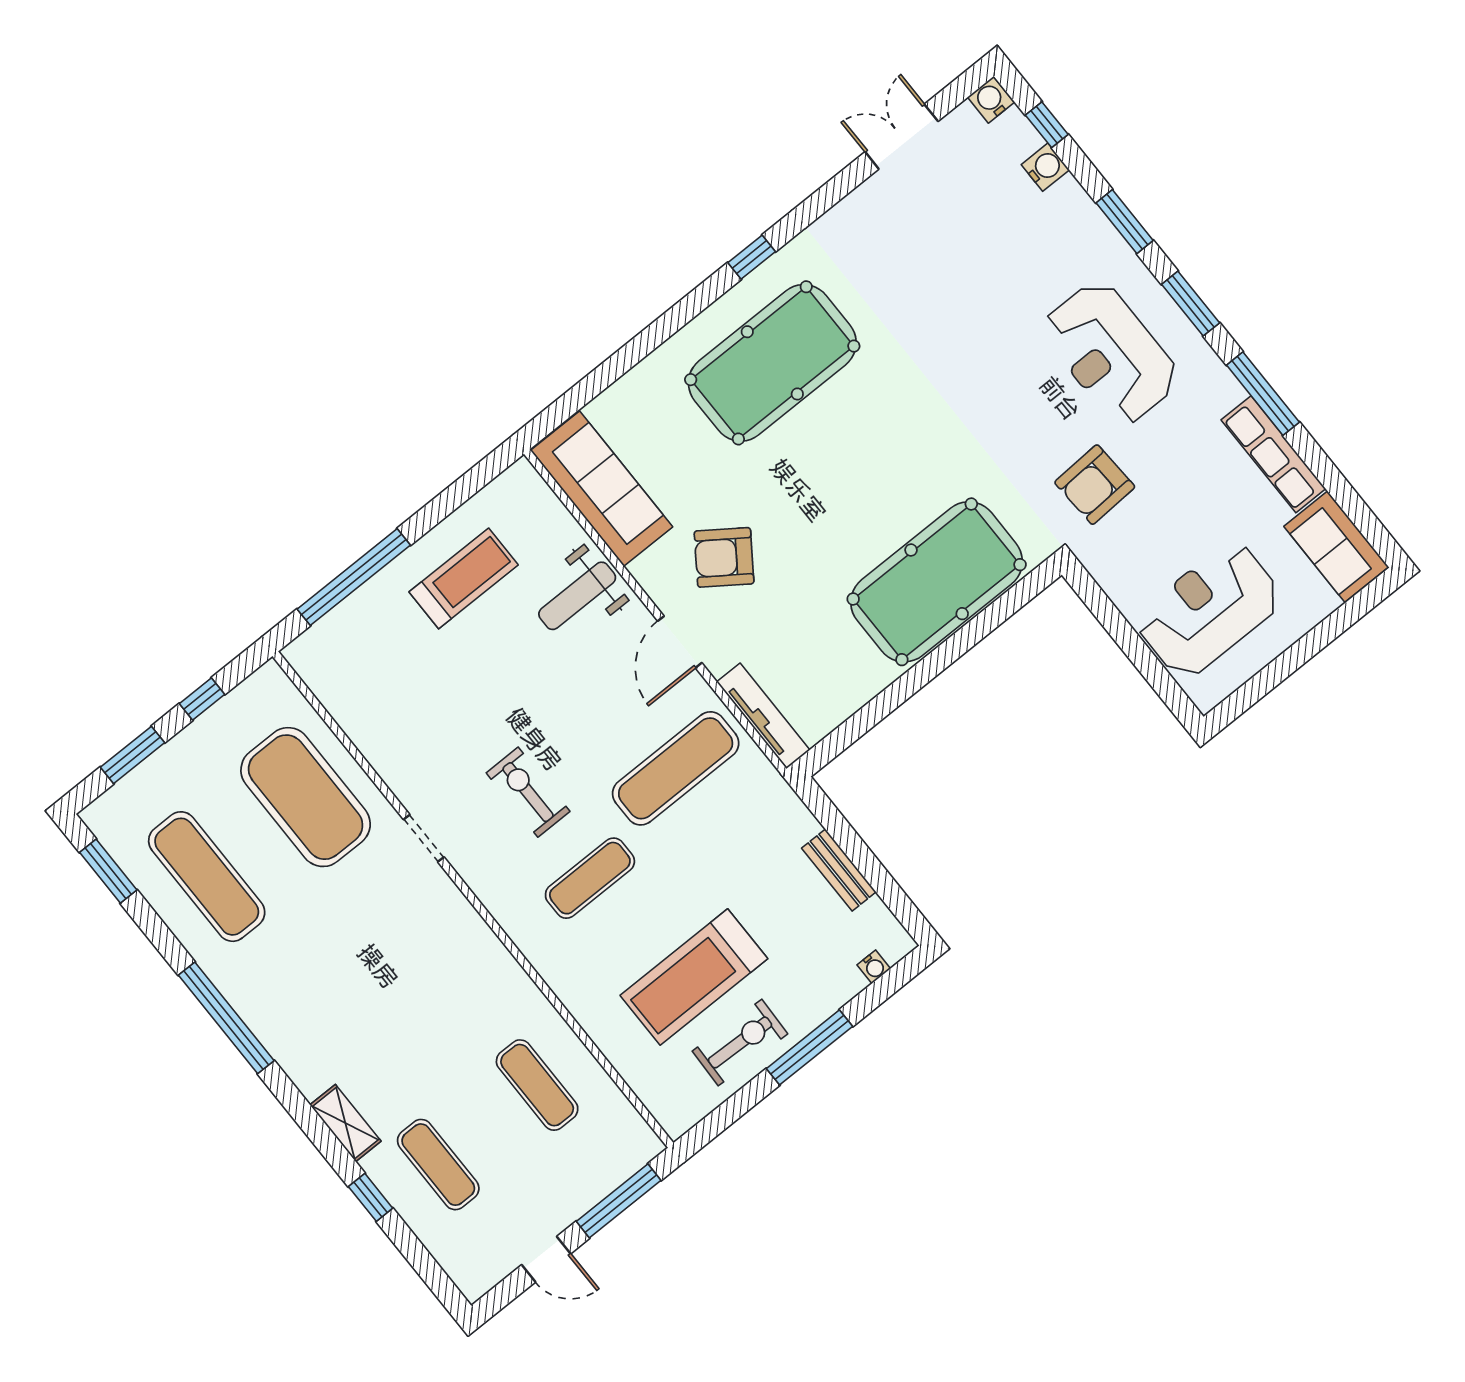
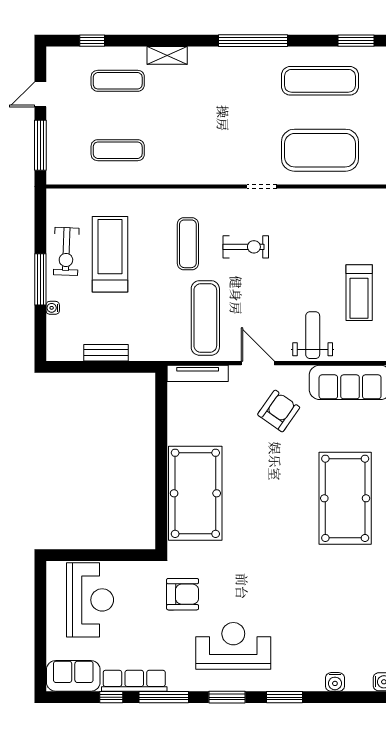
window: (1047, 125) -> (111, 697), moved
armchair: (1095, 485) -> (183, 594), turned 93
water cooler: (874, 967) -> (53, 308), moved
window: (371, 1197) -> (92, 41), moved

